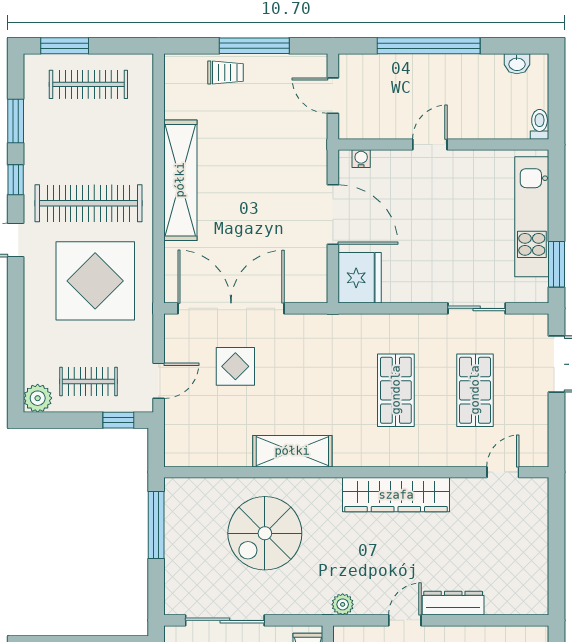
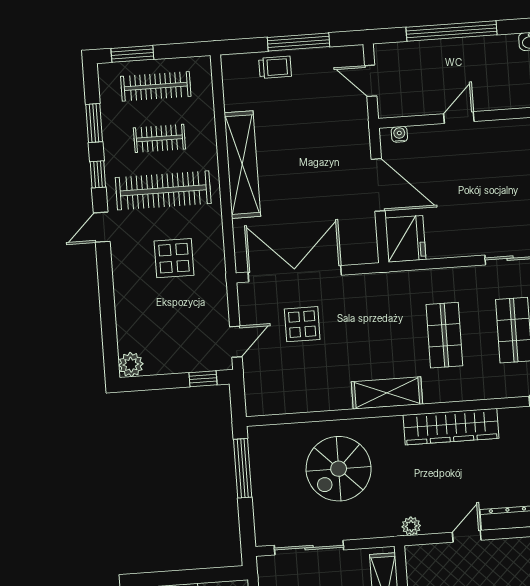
display table: (95, 281) -> (174, 258), width x0.54, depth x0.54
clothes rail: (88, 381) -> (159, 138), moved
shelving: (292, 451) -> (387, 393), moved

